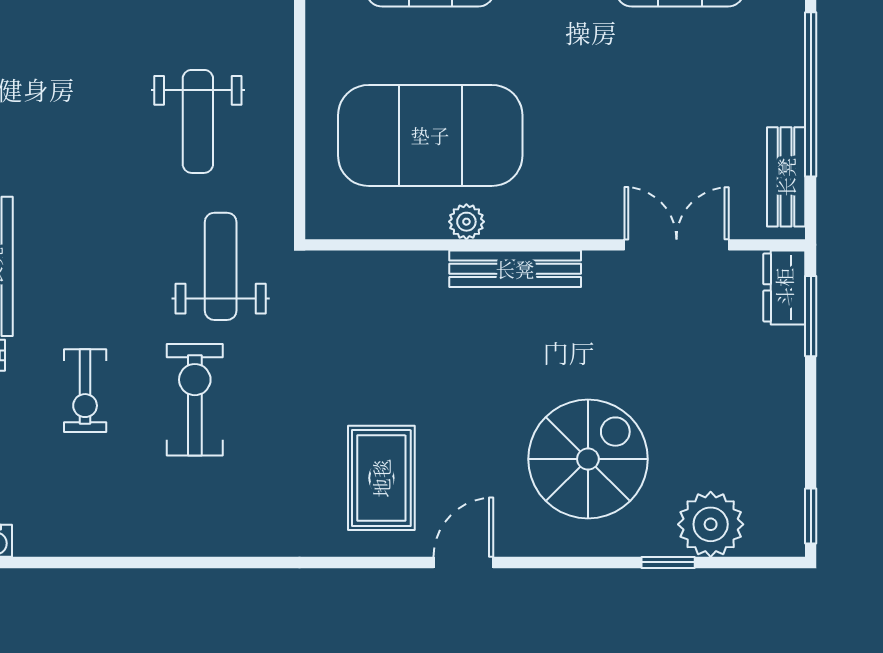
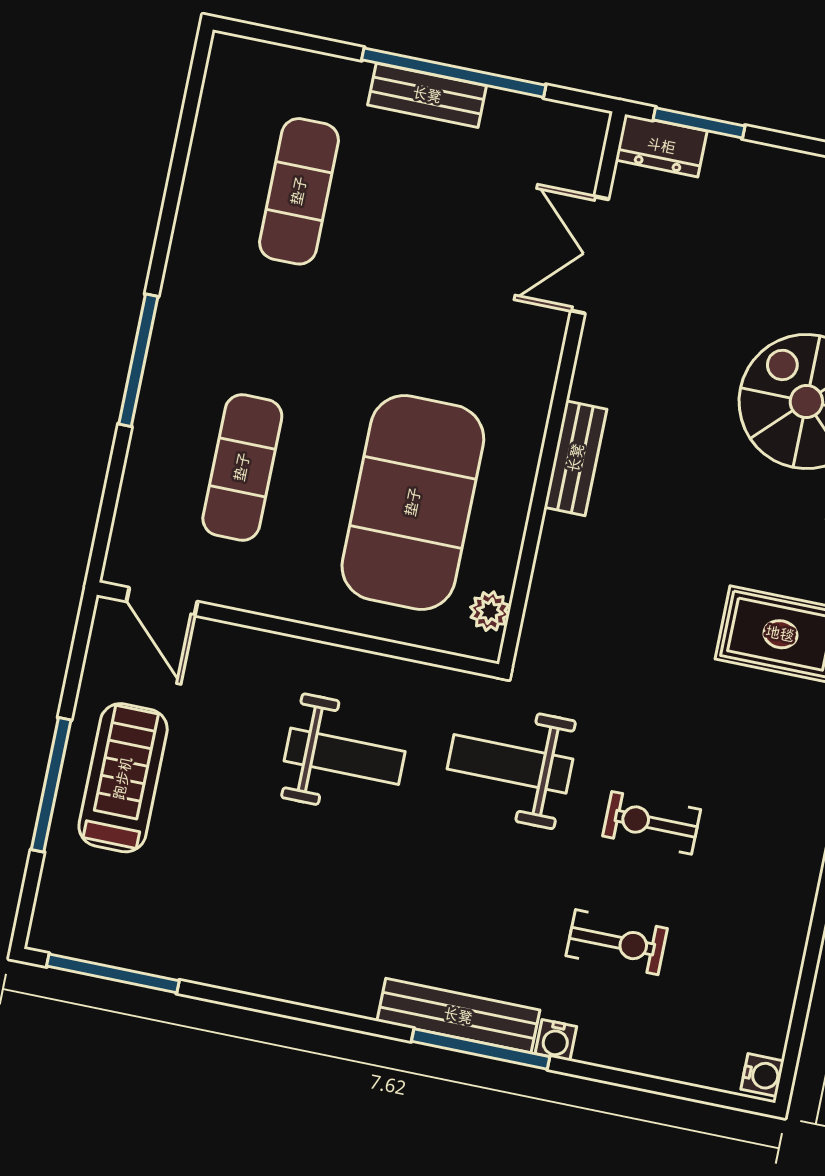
bench: (786, 177) -> (427, 95), moved
plant: (466, 222) -> (490, 611), moved
bench: (515, 269) -> (576, 458), width x0.73
exercise bike: (195, 400) -> (652, 823), width x0.73, depth x0.72

